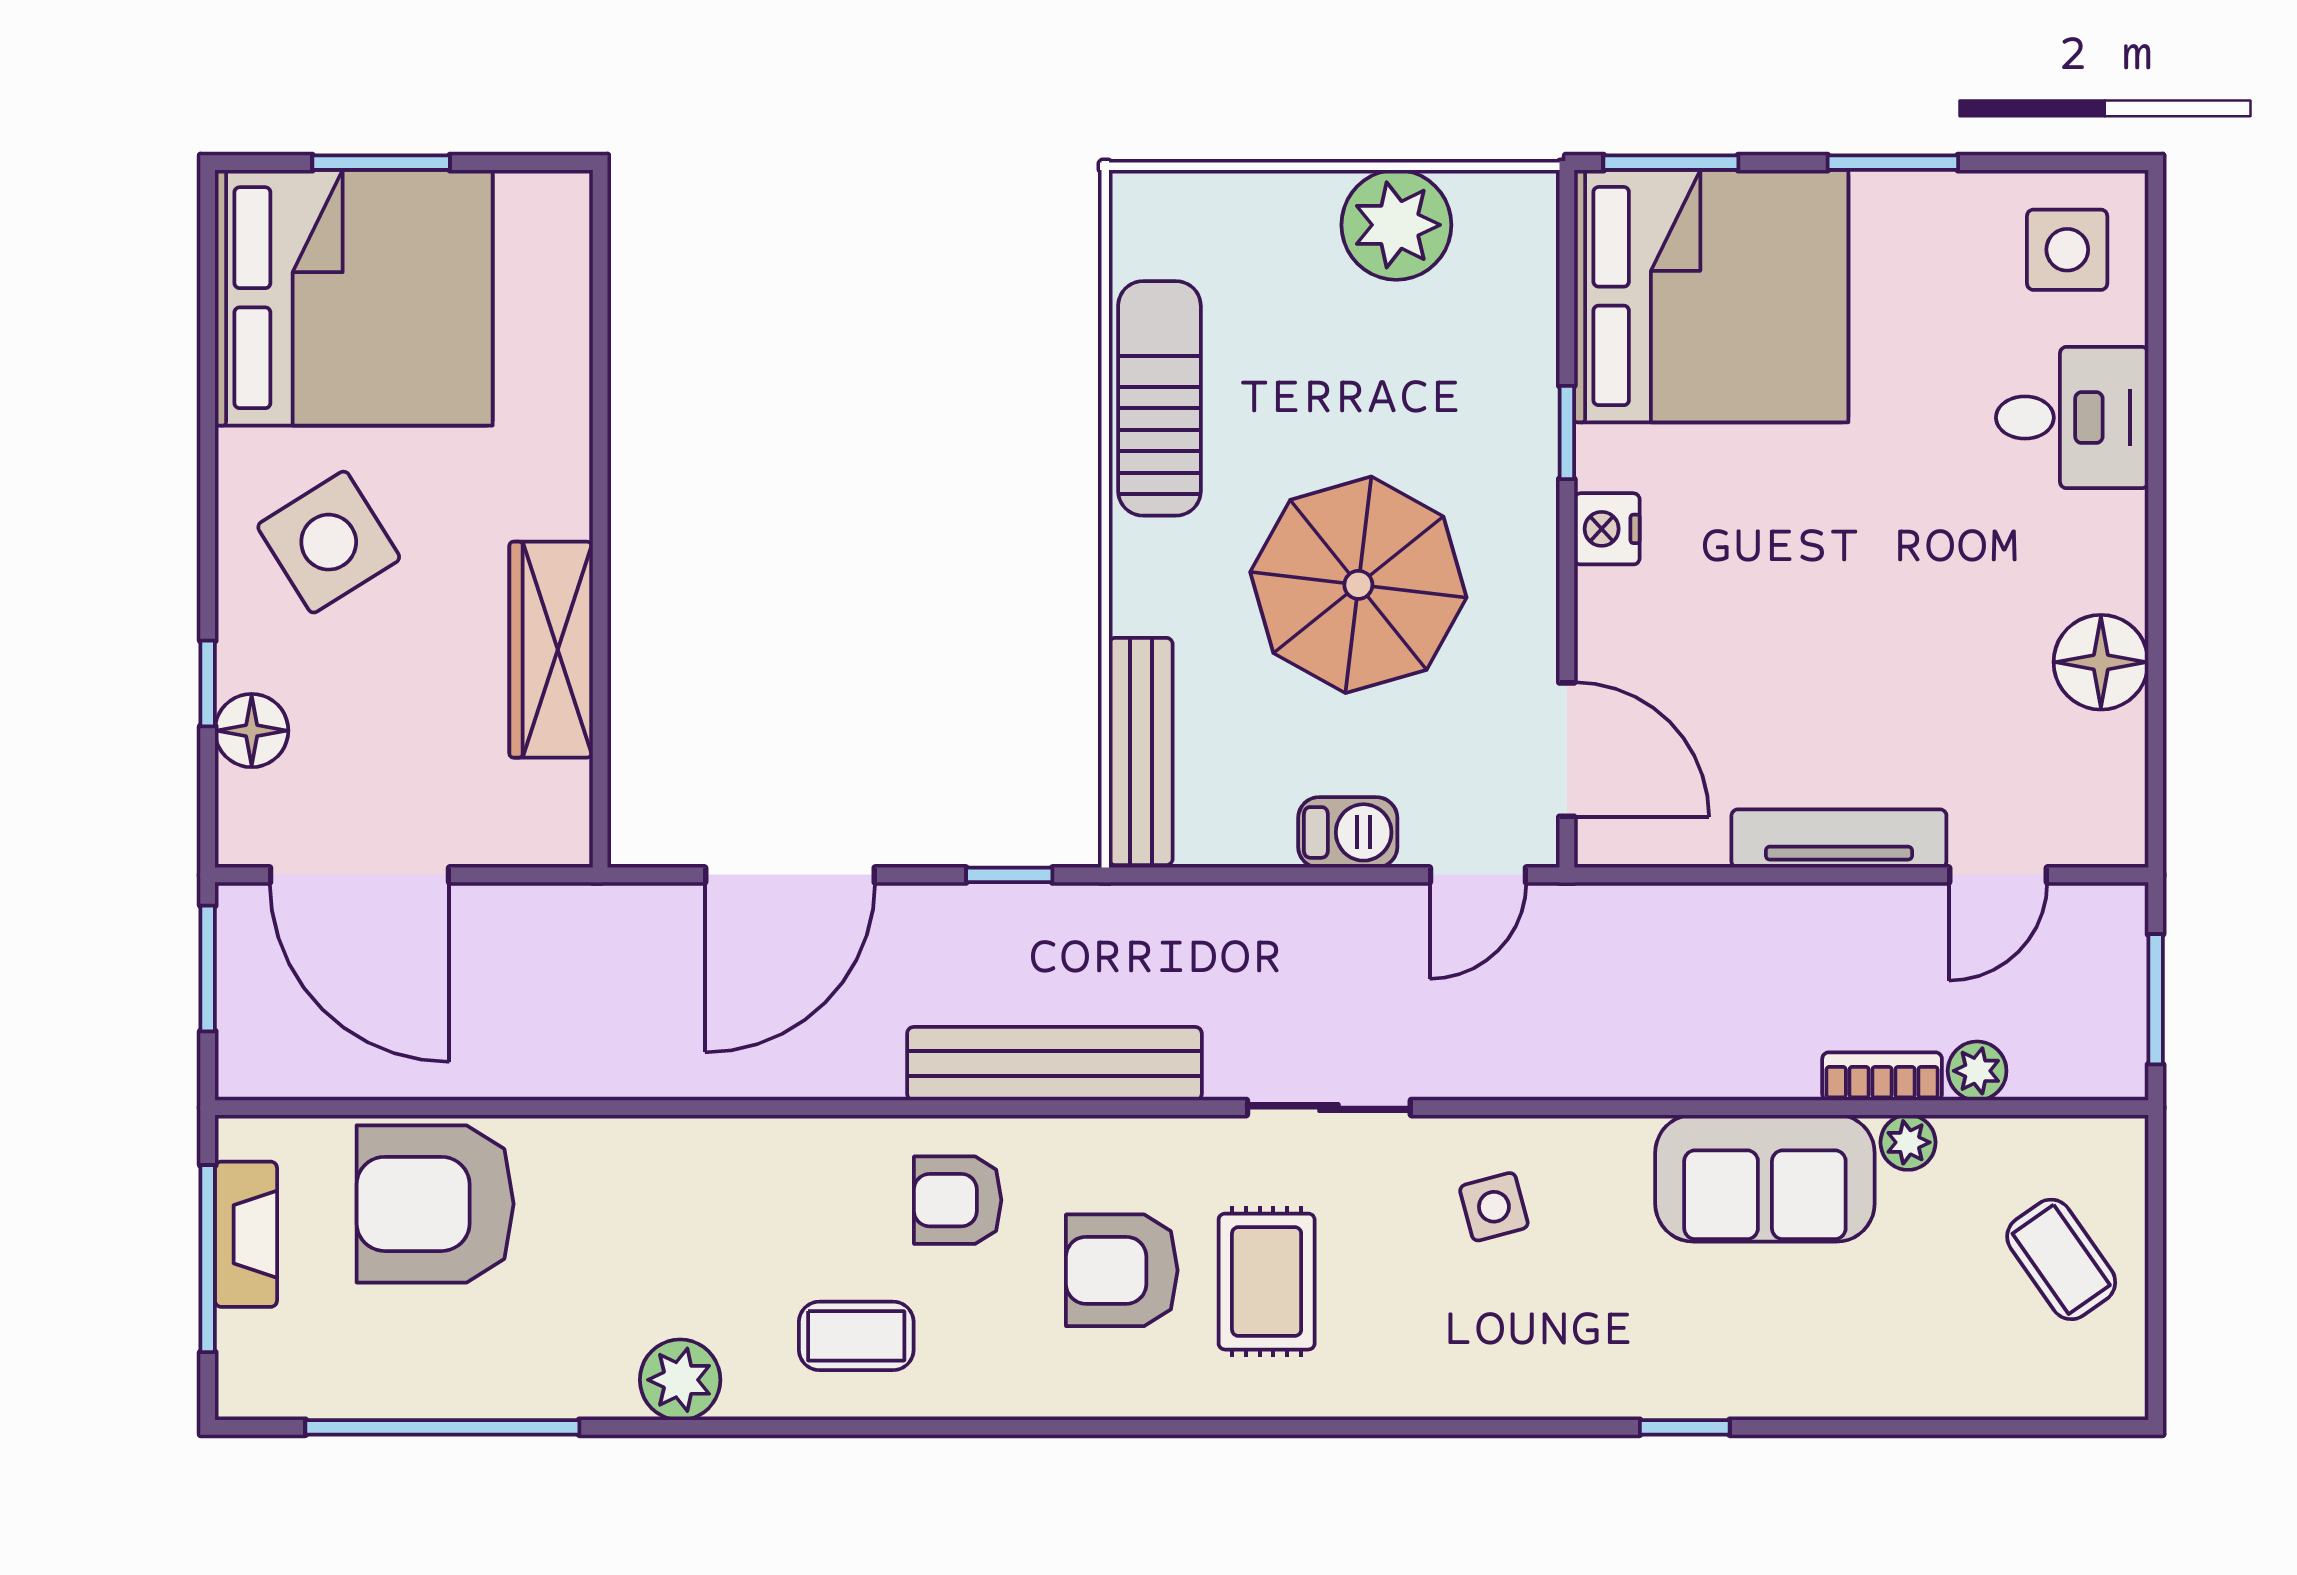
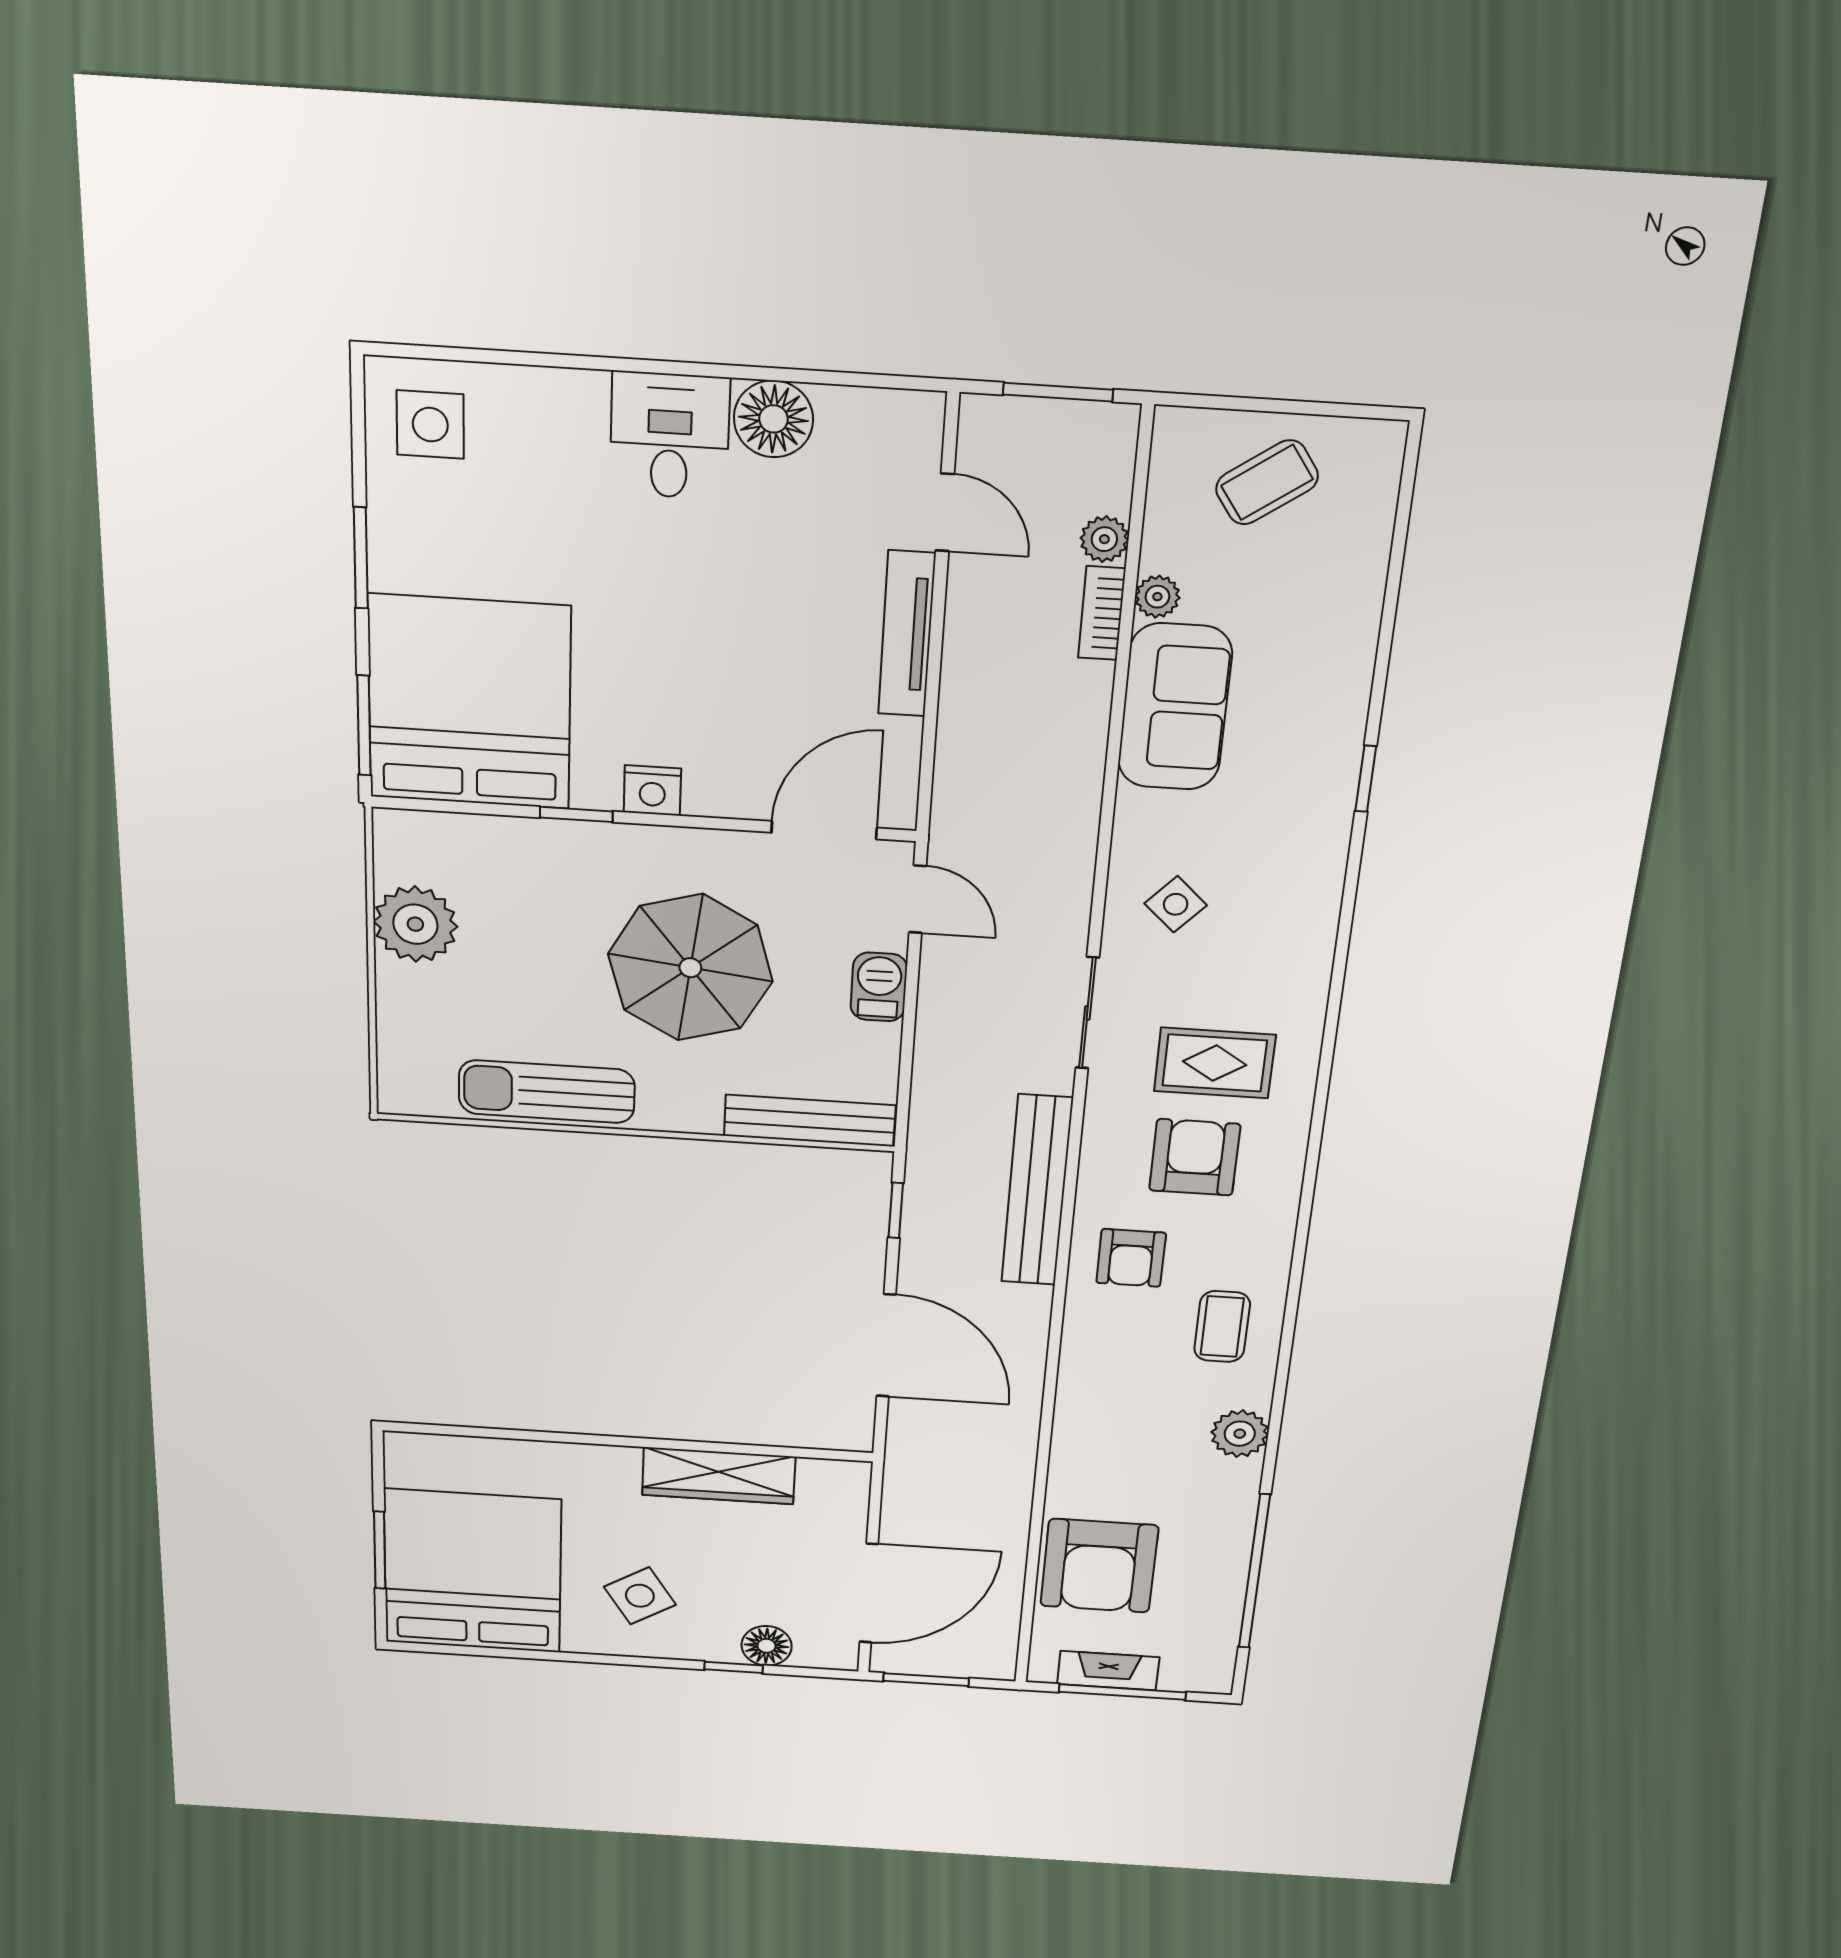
desk: (2072, 418) -> (670, 436), moved
side table: (329, 542) -> (640, 1596), width x0.73, depth x0.73
side table: (1494, 1207) -> (1176, 904), turned -32
armchair: (1122, 1270) -> (1195, 1157), turned 180

